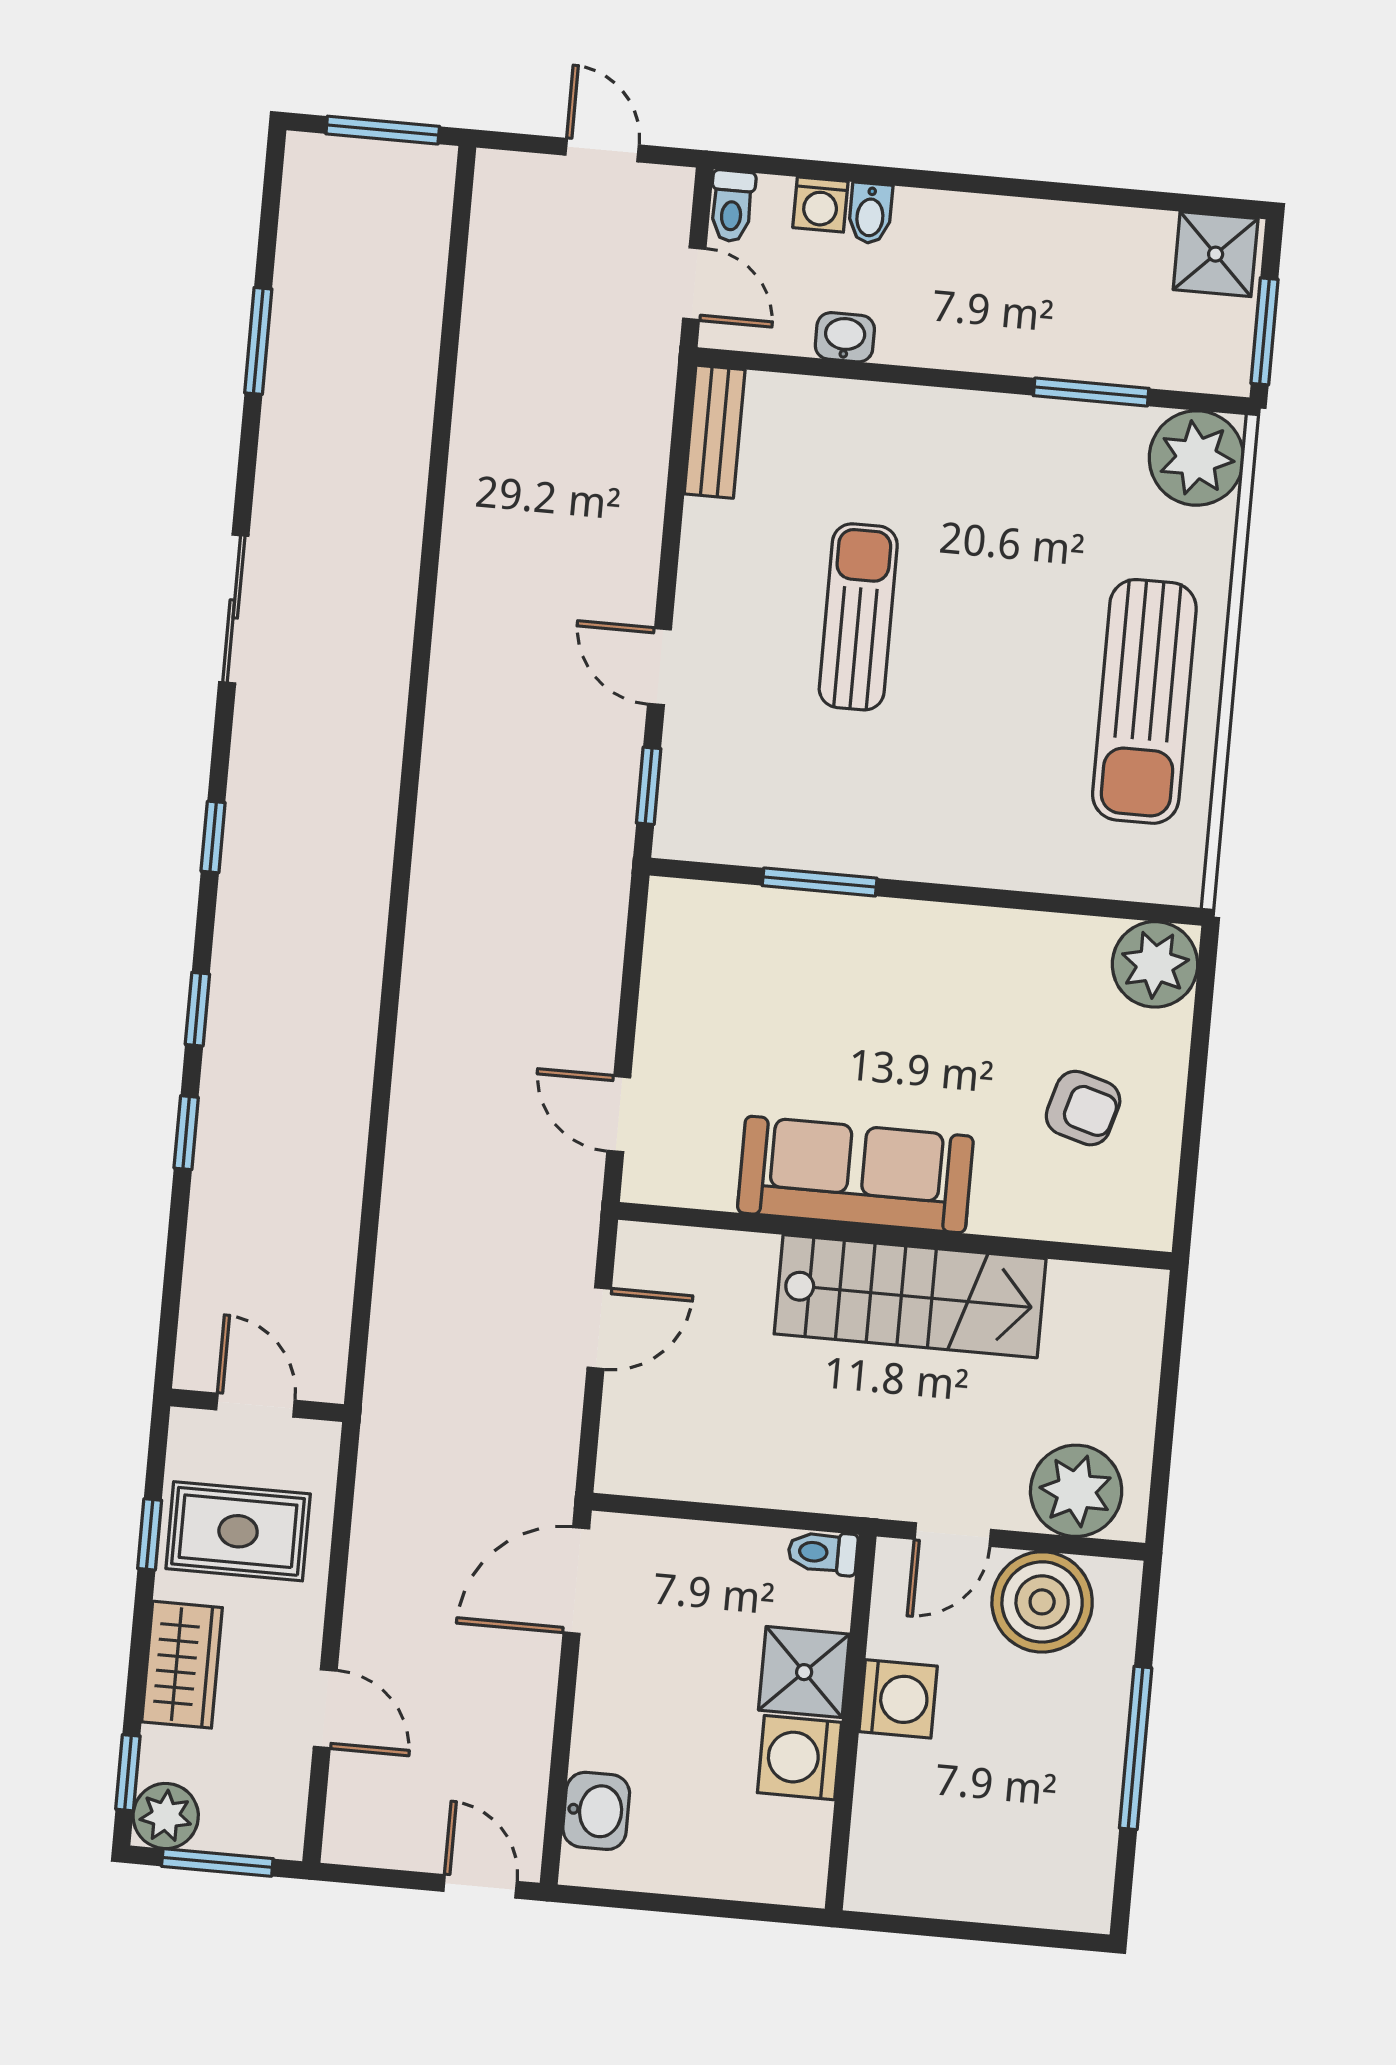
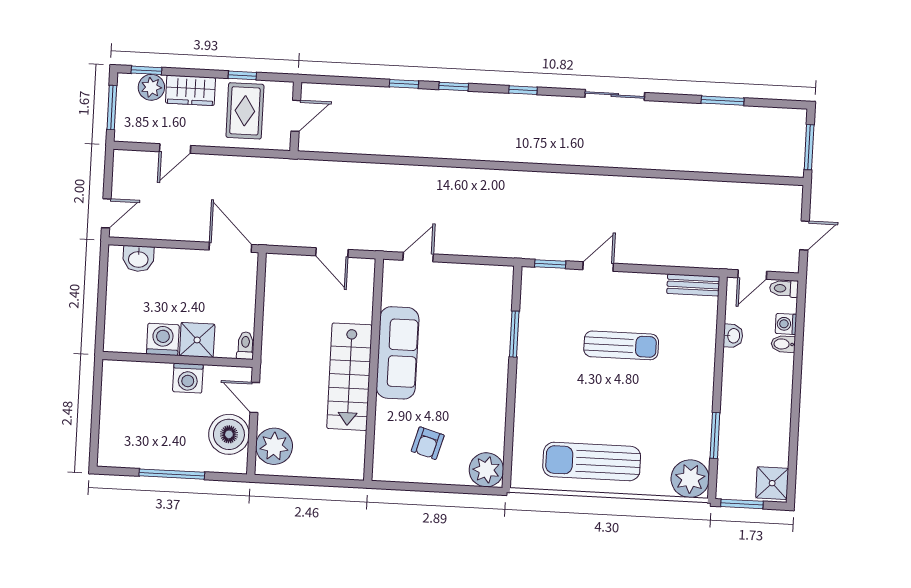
plant: (166, 1816) -> (151, 87), moved

